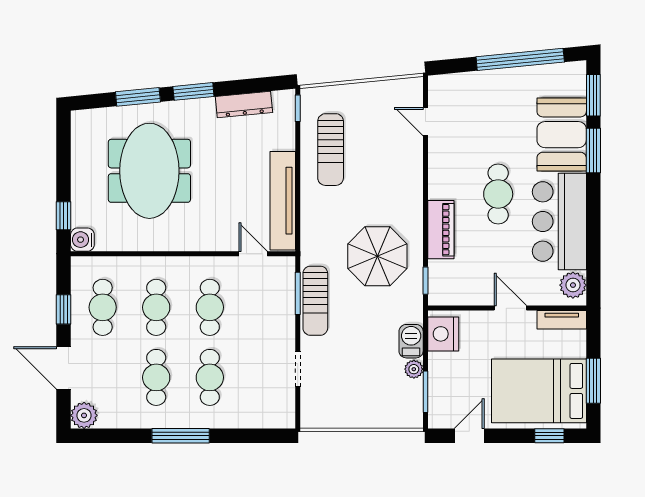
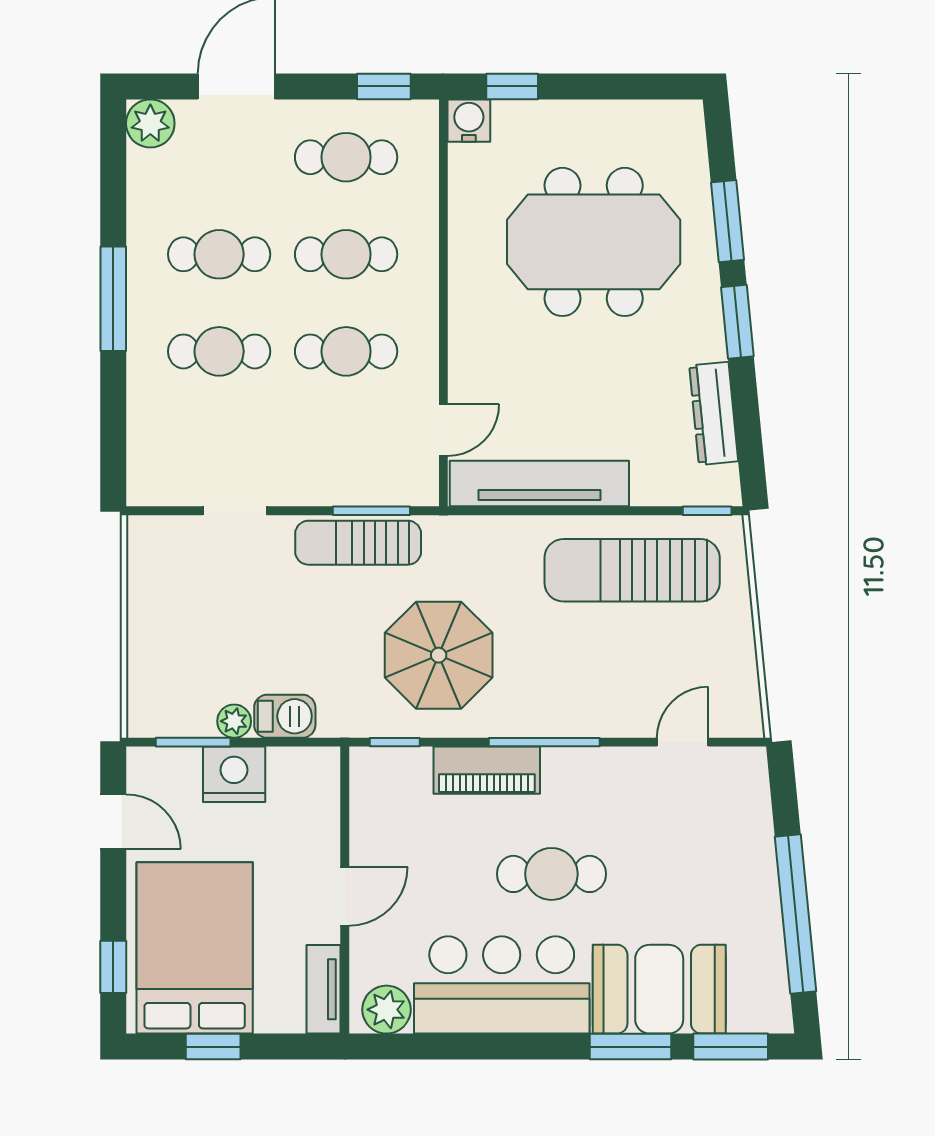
sun lounger: (331, 150) -> (632, 570), width x1.36, depth x1.34
window: (425, 198) -> (544, 742), added
window: (64, 309) -> (384, 86), moved
nightstand: (443, 334) -> (234, 774), moved
window: (593, 381) -> (213, 1047), width x0.67

